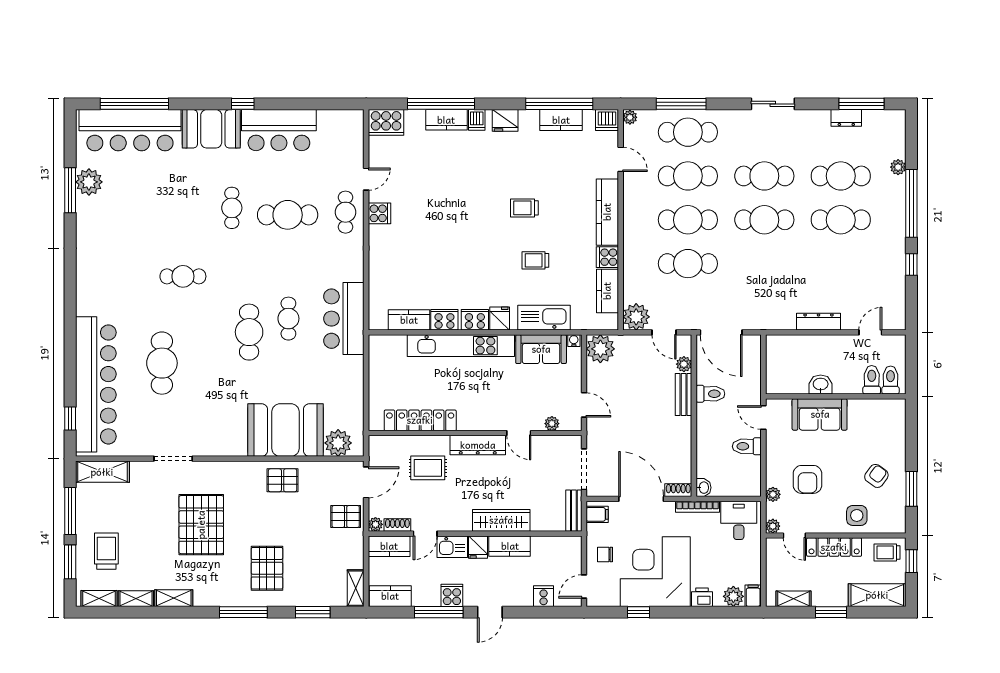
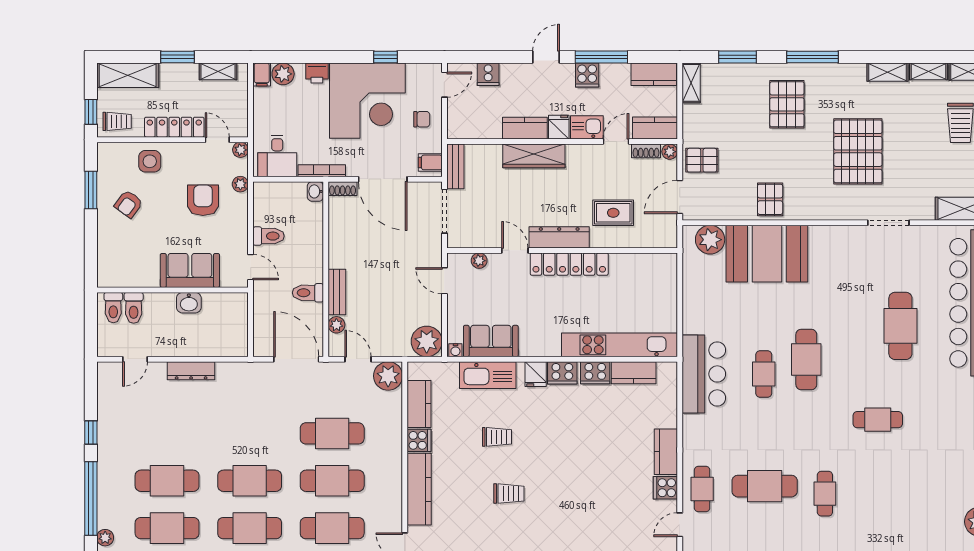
kitchen counter: (379, 247) -> (666, 452), added
kitchen unit: (461, 346) -> (620, 345), moved
locker: (420, 420) -> (569, 264), moved
pallet: (283, 480) -> (770, 199), turned 90

